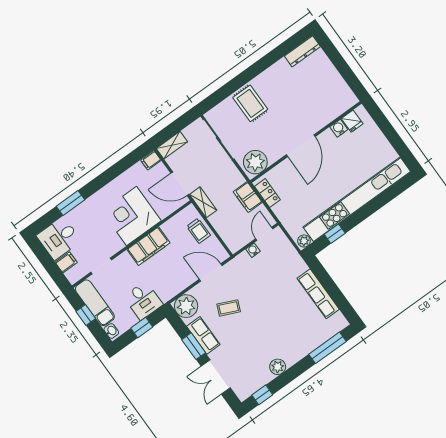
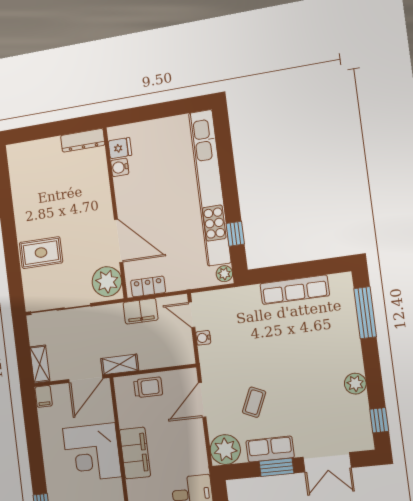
dresser: (302, 51) -> (83, 140), moved, turned 90
door: (301, 146) -> (119, 241), moved

